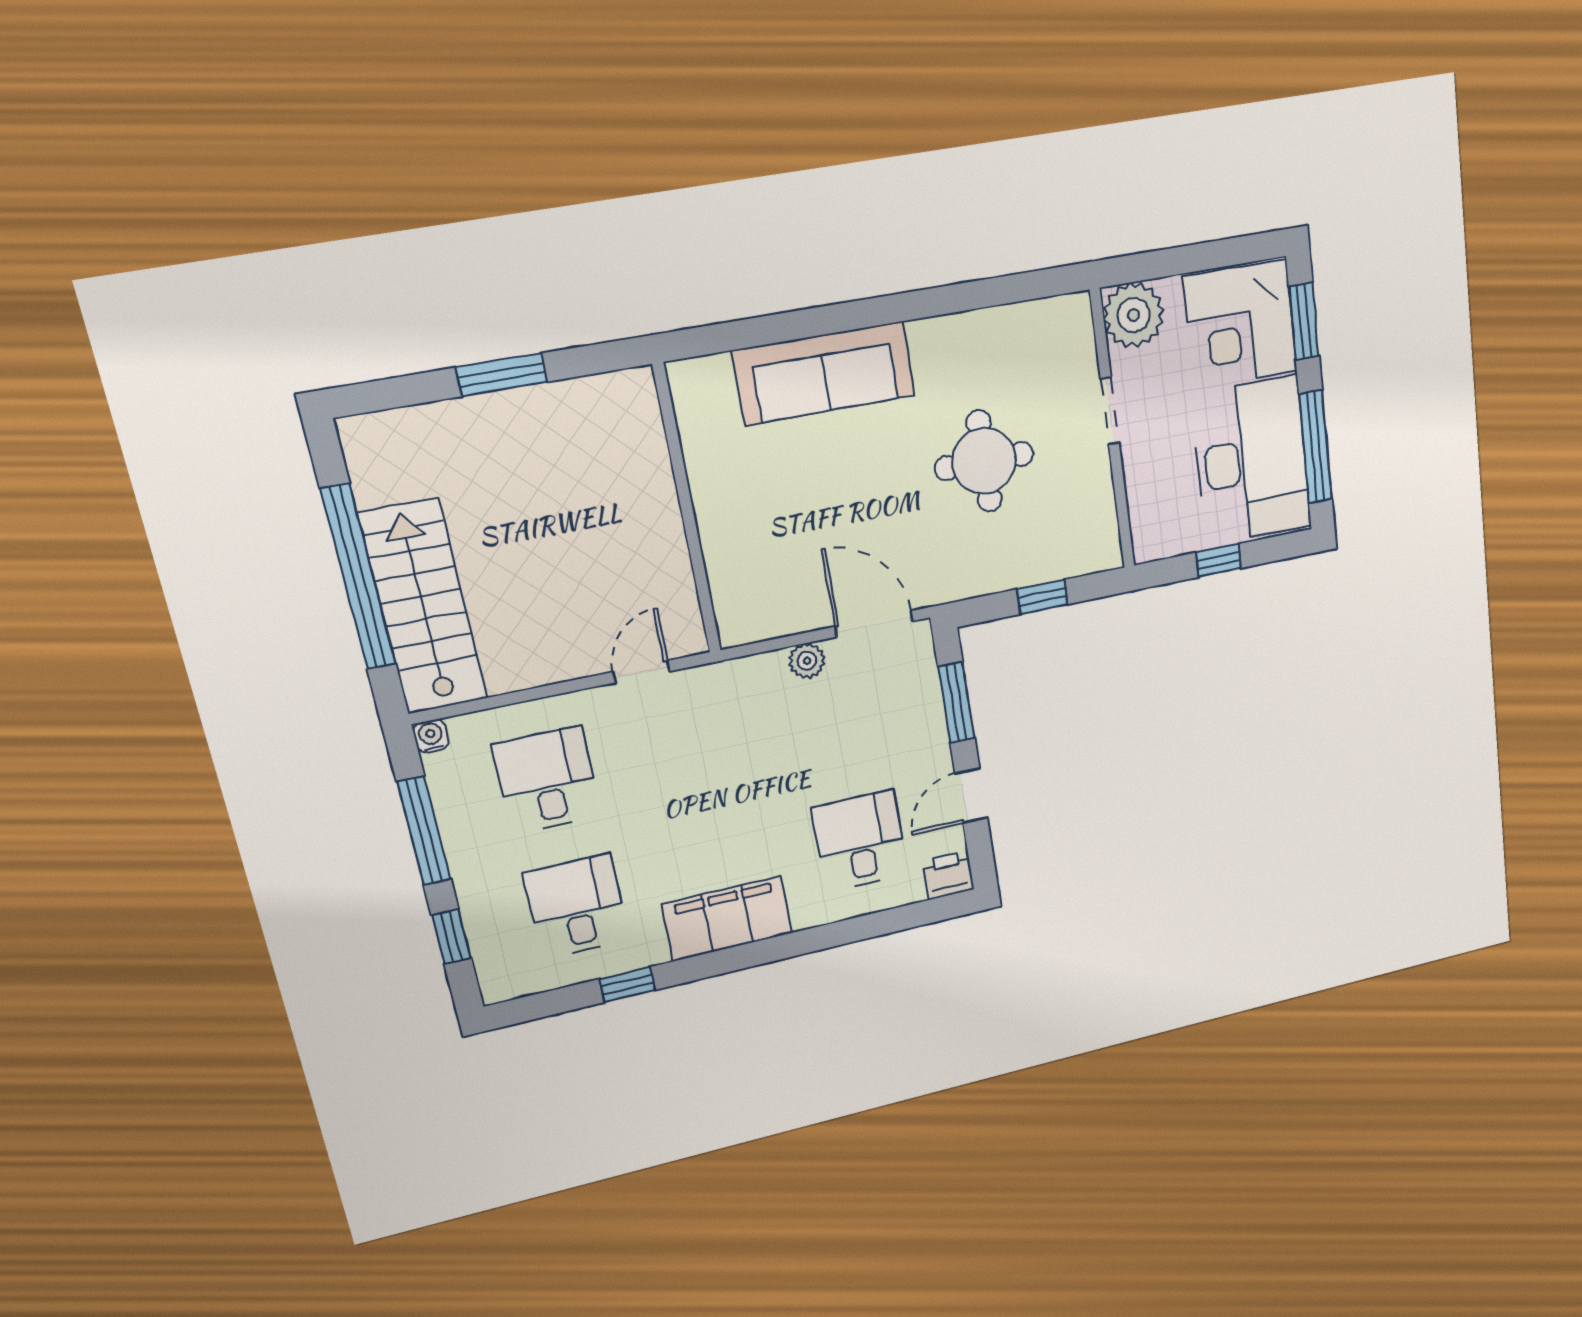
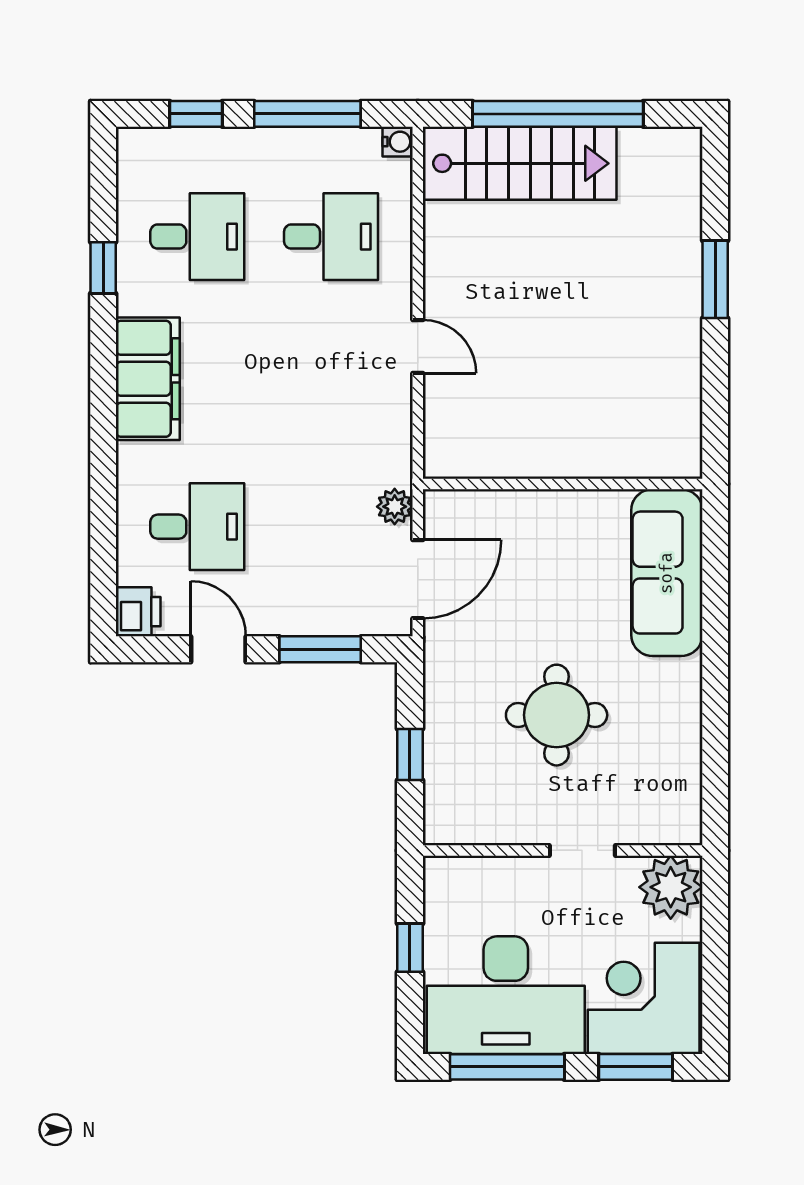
wall: (687, 511) -> (563, 484), moved

